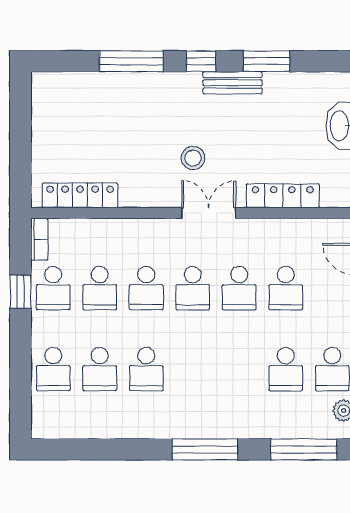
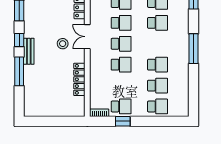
bench: (233, 83) -> (29, 51), moved
locker: (80, 195) -> (79, 79), moved
school desk: (100, 288) -> (158, 23), moved
window: (205, 449) -> (194, 49), moved

